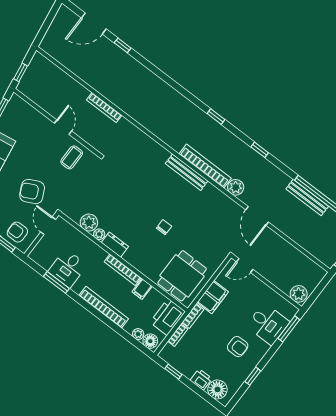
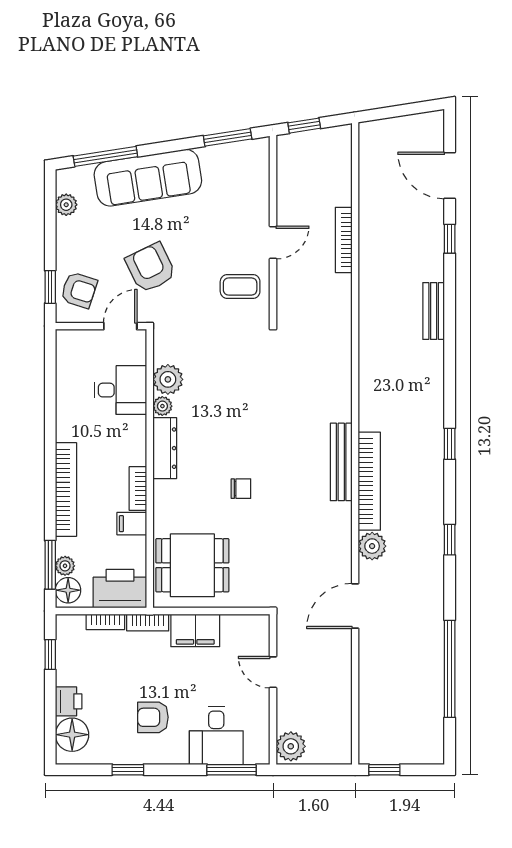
bookcase: (104, 108) -> (344, 240), moved
bench: (307, 198) -> (434, 311), moved, width x0.73
armchair: (17, 232) -> (79, 290), turned 108
dresser: (115, 245) -> (165, 448), width x1.44
door: (245, 266) -> (273, 672), moved
desk: (68, 268) -> (120, 390), moved, turned 180
bookcase: (123, 270) -> (138, 489), width x0.64
window: (56, 282) -> (50, 565), moved
armchair: (238, 347) -> (153, 717), turned 90

